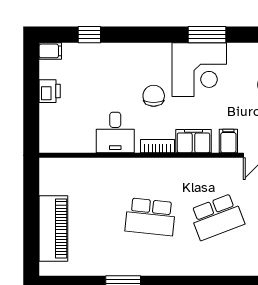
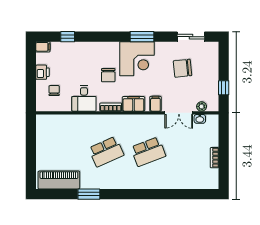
chair: (154, 96) -> (108, 75), turned 180
chair: (68, 120) -> (54, 91), added
school desk: (150, 217) -> (106, 152), turned -30
piano: (53, 228) -> (59, 180), moved, turned -90

